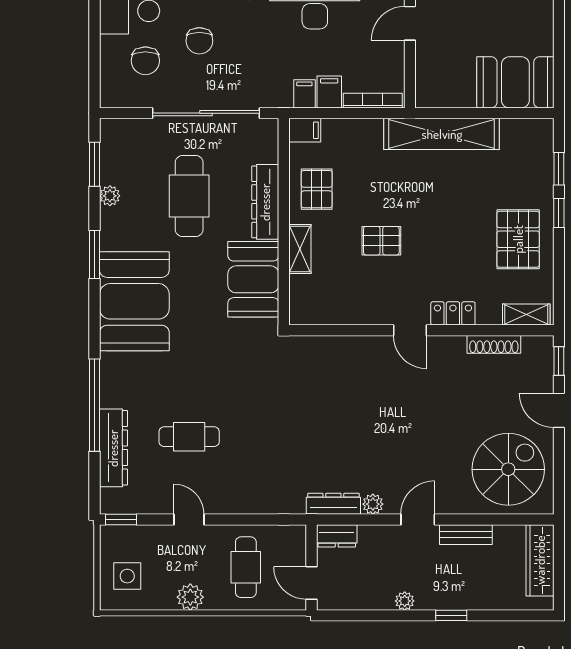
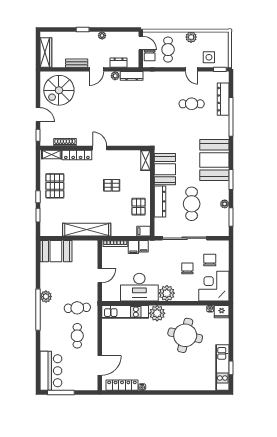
shelving: (300, 249) -> (146, 160), moved
locker: (453, 313) -> (77, 155), width x1.53
dresser: (337, 536) -> (119, 63), moved
chair: (290, 553) -> (150, 56), added
side table: (127, 576) -> (209, 57), moved

